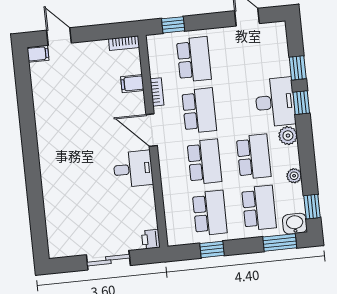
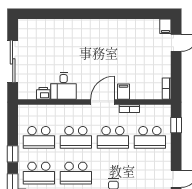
filing cabinet: (132, 84) -> (123, 92), moved
desk: (133, 169) -> (64, 86), moved
printer: (151, 239) -> (43, 93), moved
window: (212, 249) -> (13, 154), moved
sliding door: (108, 260) -> (13, 61), width x1.37

